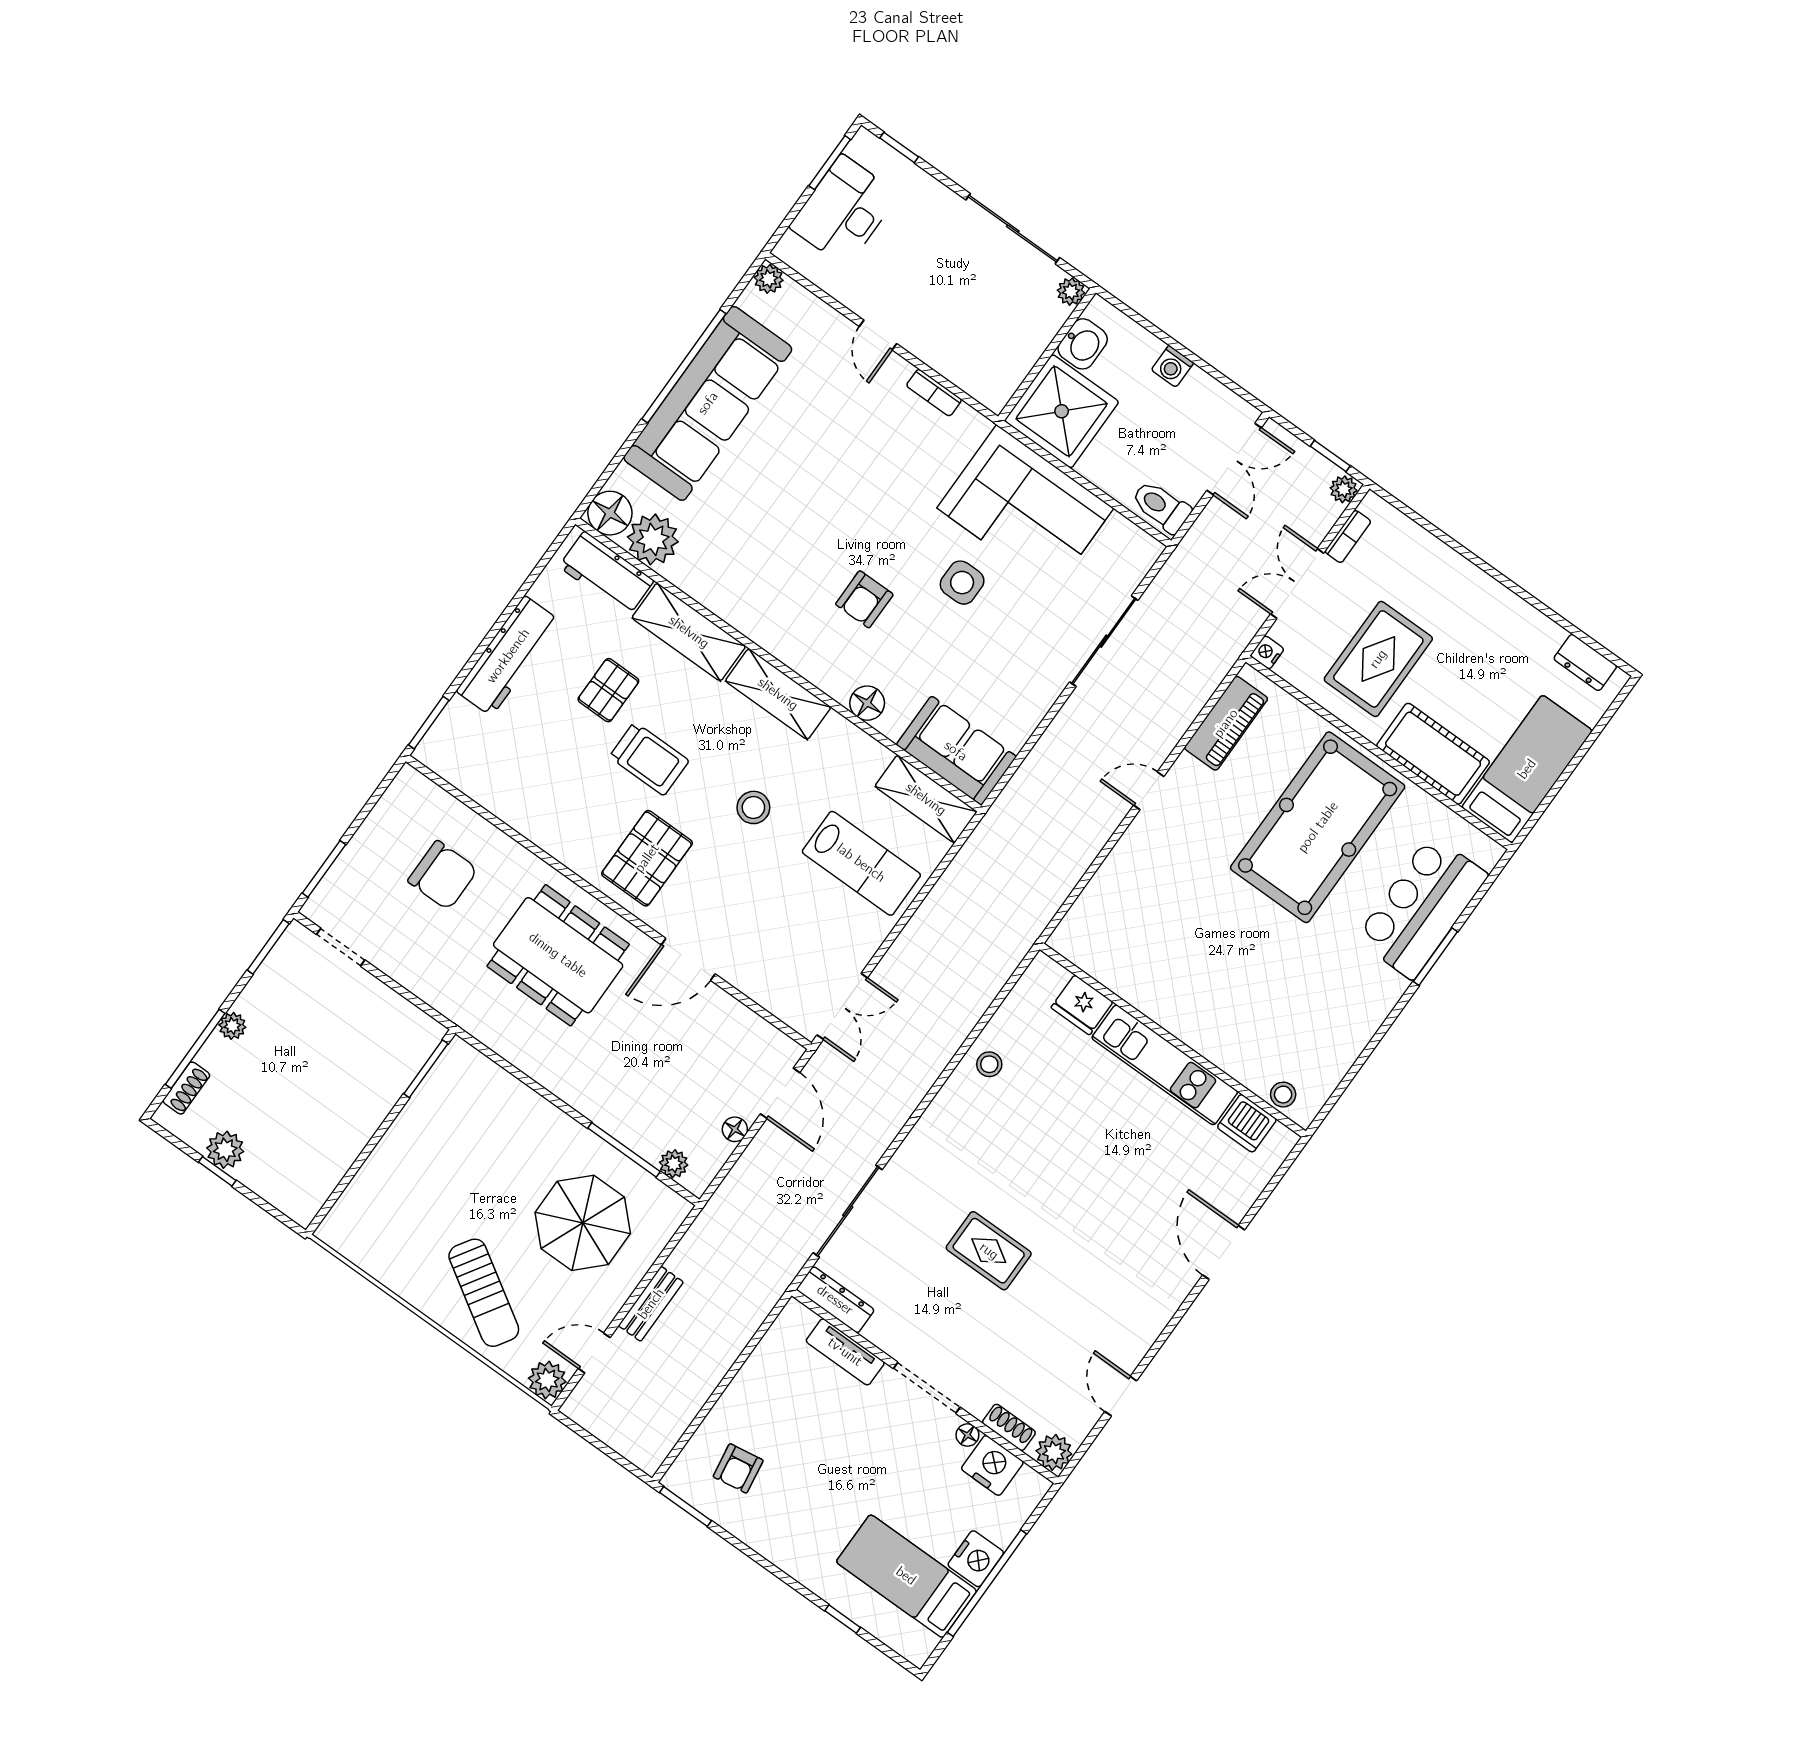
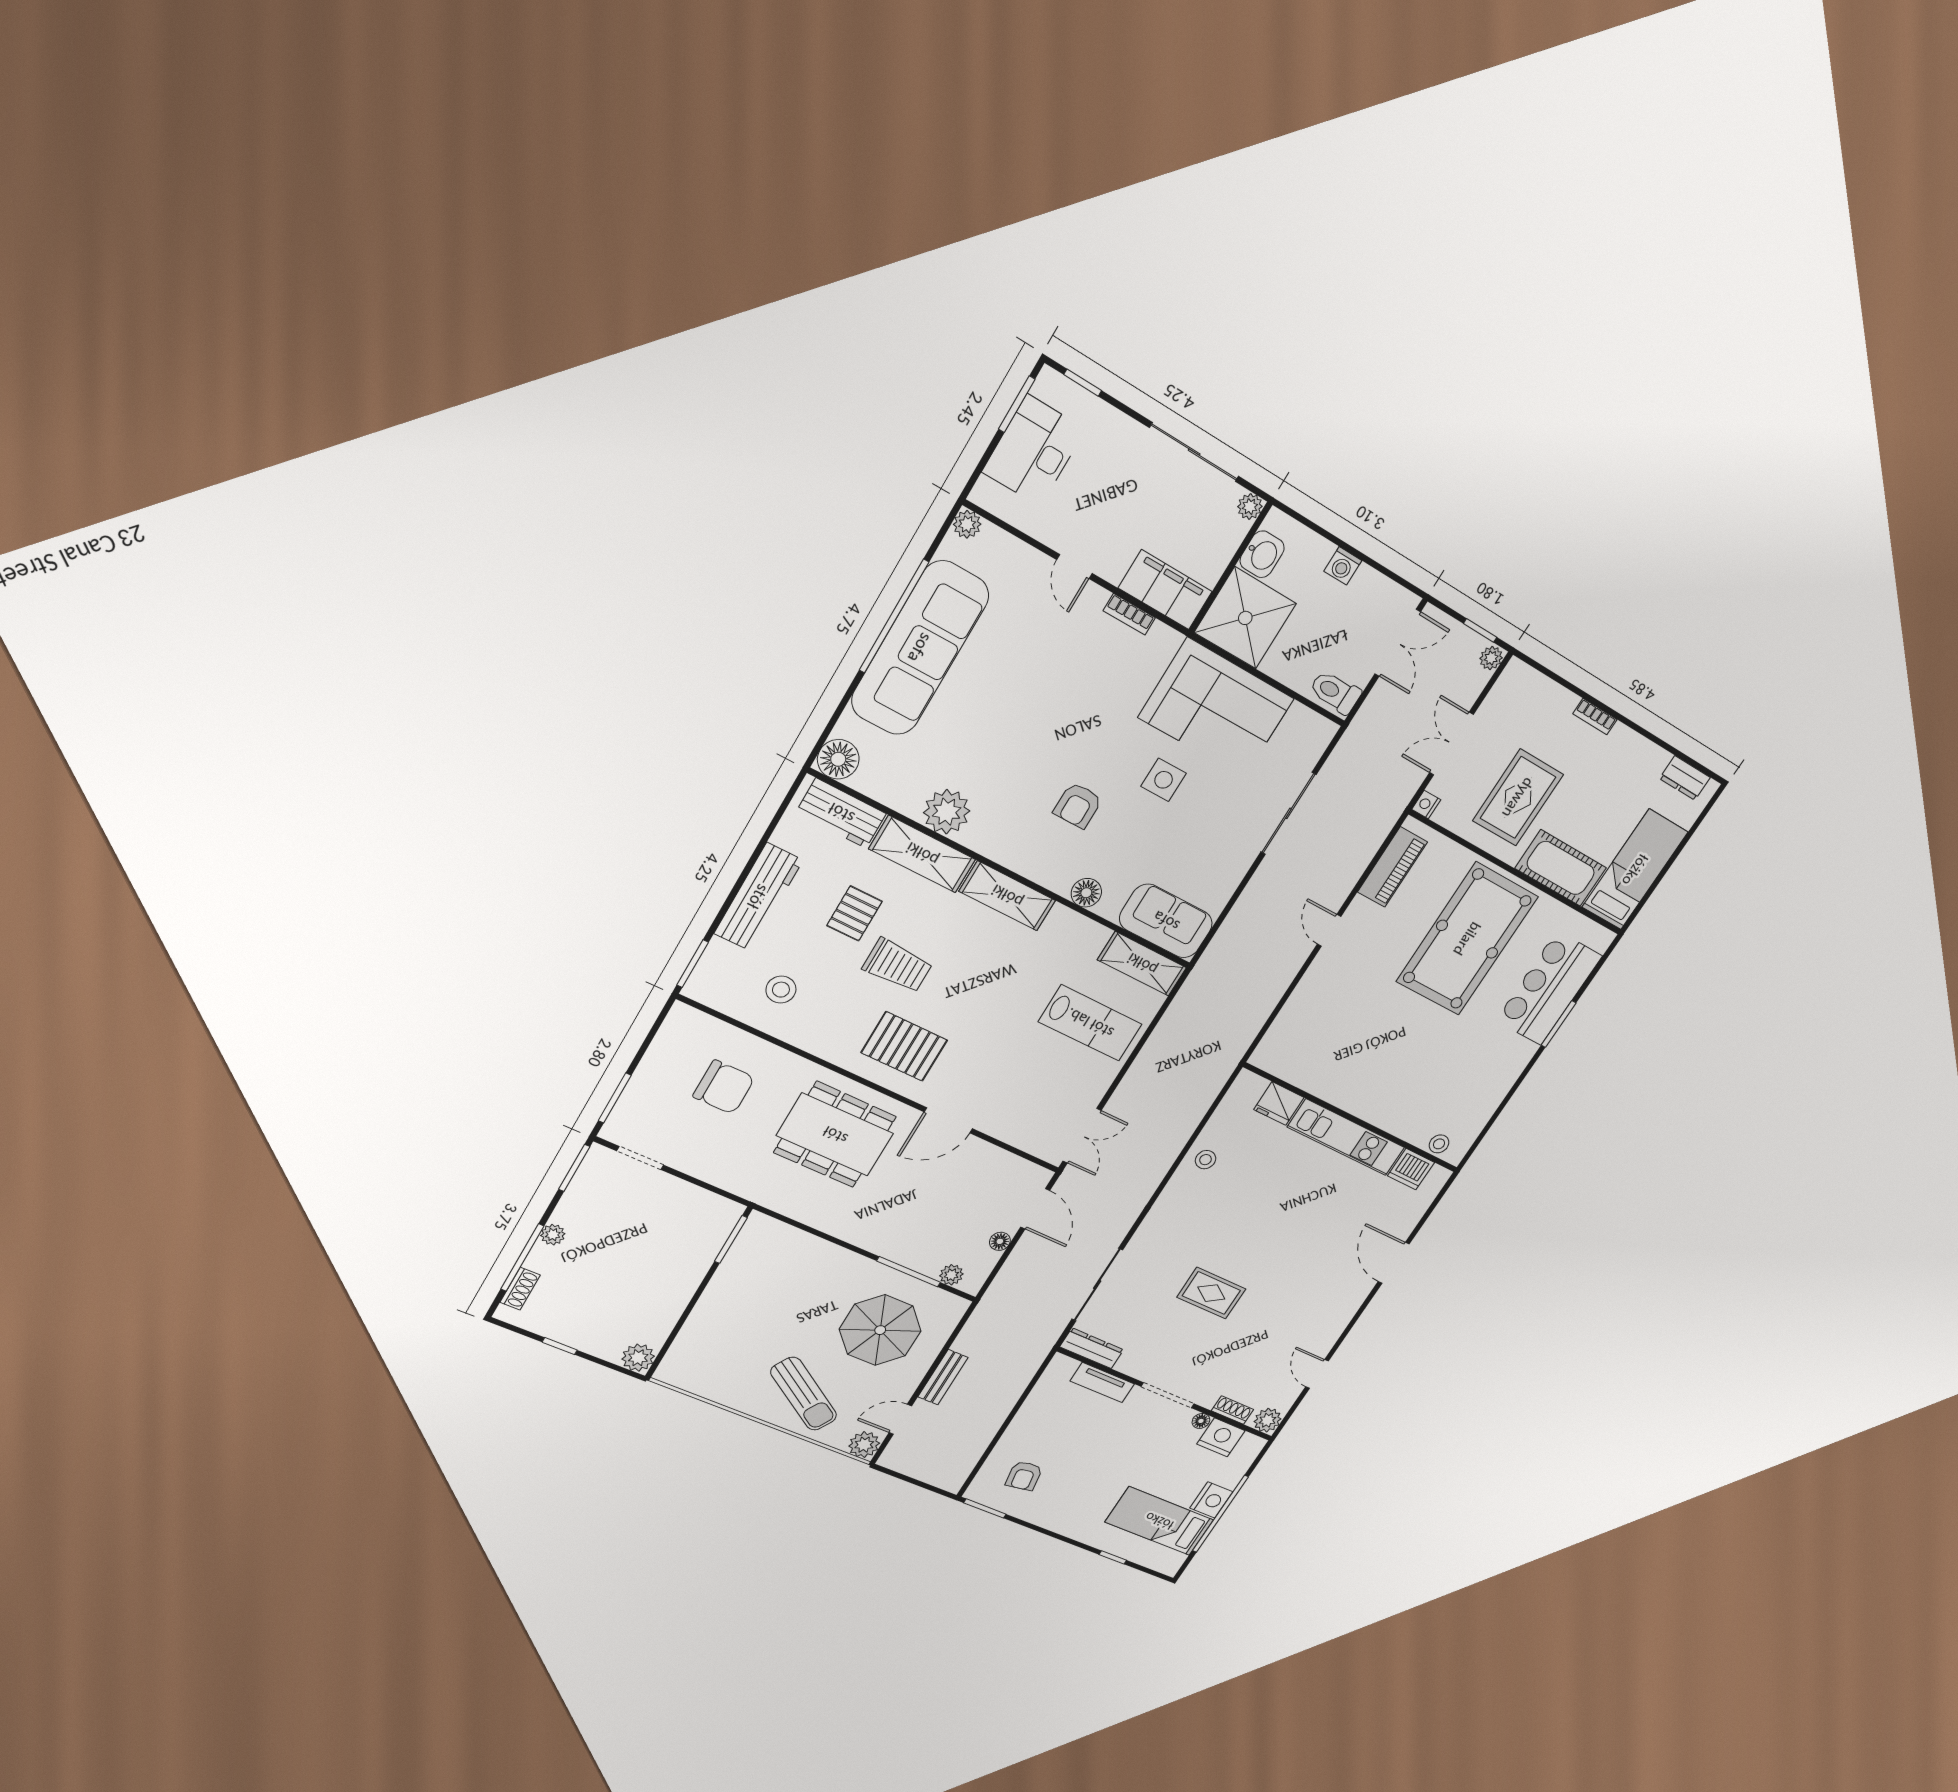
filing cabinet: (975, 371) -> (1165, 590), added
bookcase: (1348, 536) -> (1595, 717), moved, turned 90
plant: (653, 539) -> (947, 812), moved
door: (1149, 791) -> (1329, 930), hinge flipped
stool: (753, 807) -> (781, 990), moved
pallet: (647, 858) -> (904, 1046), turned 90
plant: (225, 1150) -> (638, 1358), moved

